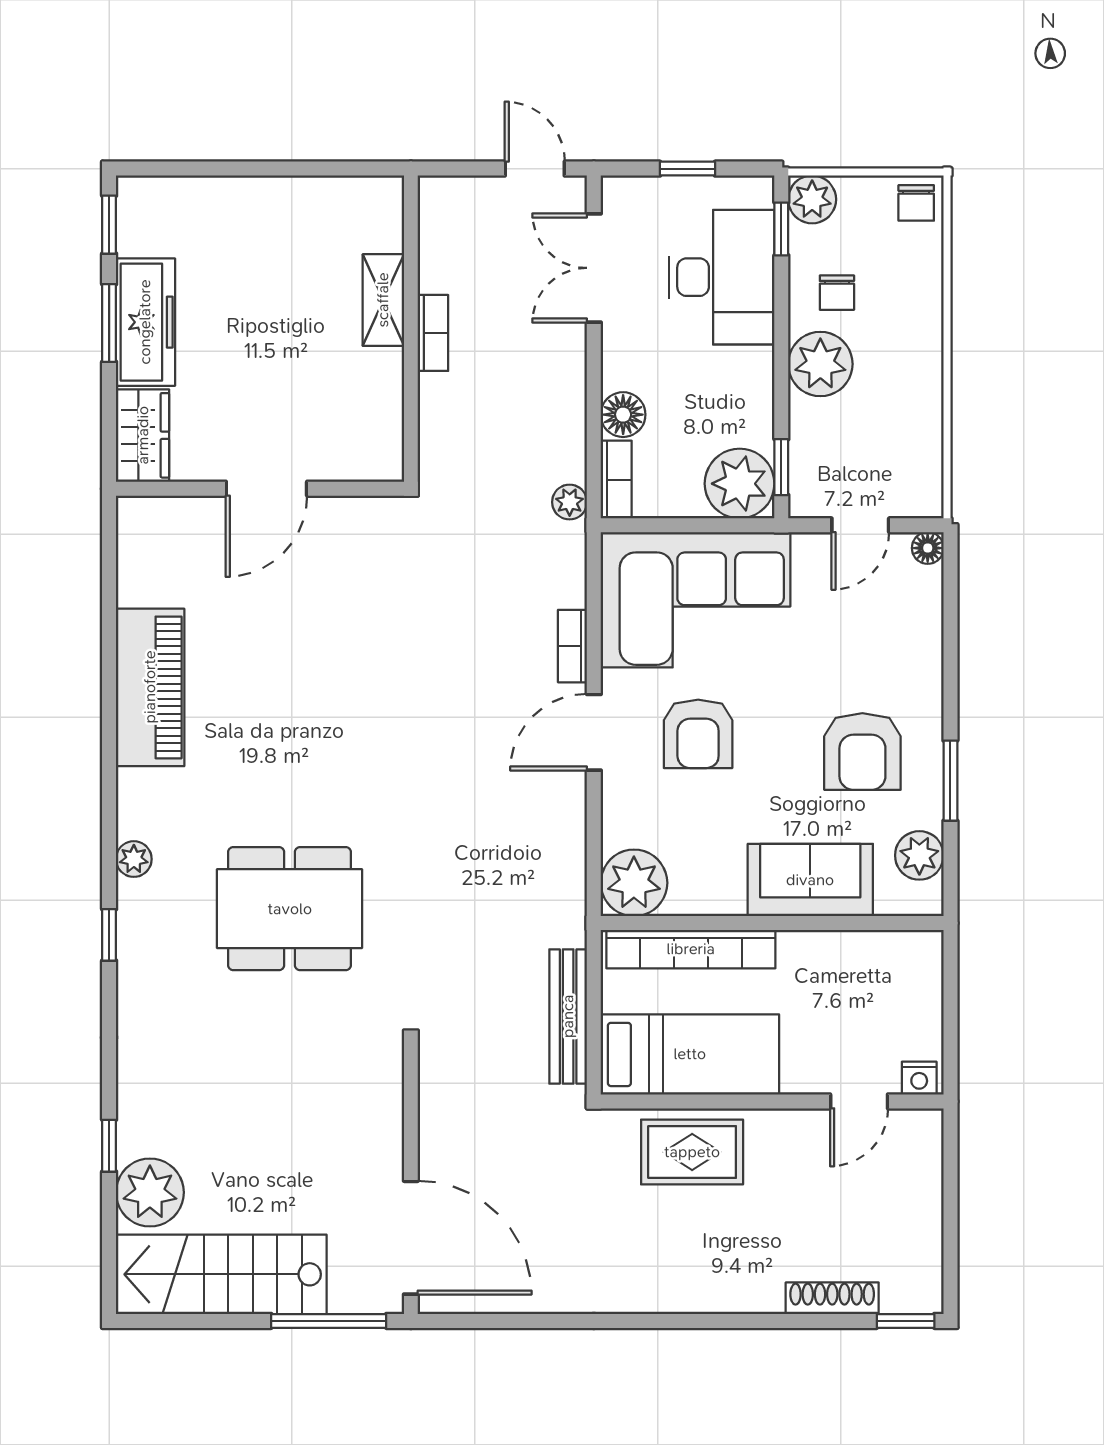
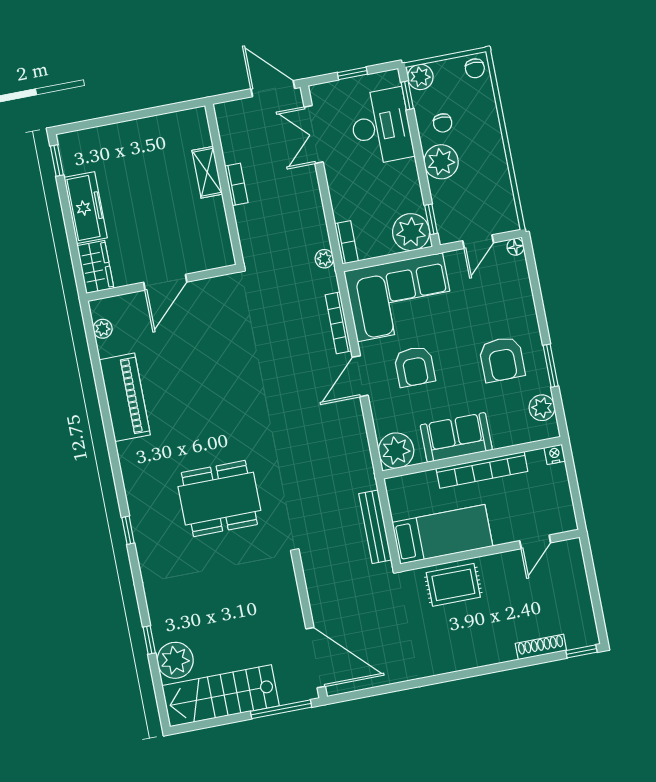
door: (535, 169) -> (273, 89), width x1.38
window: (109, 323) -> (67, 212), removed
floor lamp: (623, 415) -> (343, 208), removed
bookcase: (572, 646) -> (338, 323), width x1.56
plant: (134, 859) -> (103, 329), moved
sofa: (810, 880) -> (456, 437), moved
bookcase: (691, 949) -> (482, 470), moved
nightstand: (919, 1078) -> (555, 454), moved, turned 180

